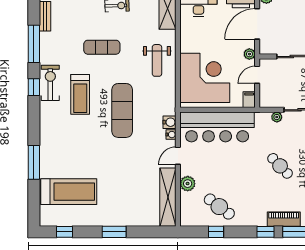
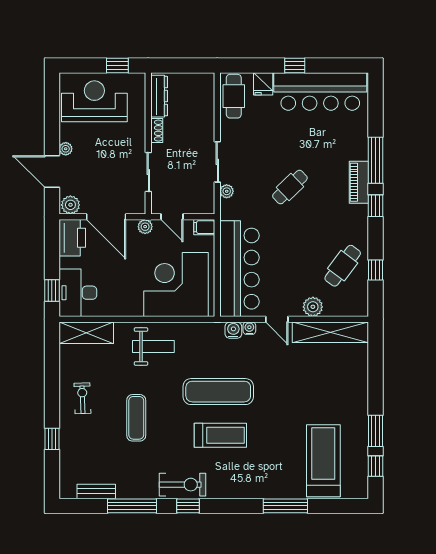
exercise bike: (50, 83) -> (182, 485), turned 180
treadmill: (80, 94) -> (220, 435), moved
window: (114, 232) -> (376, 431), moved

